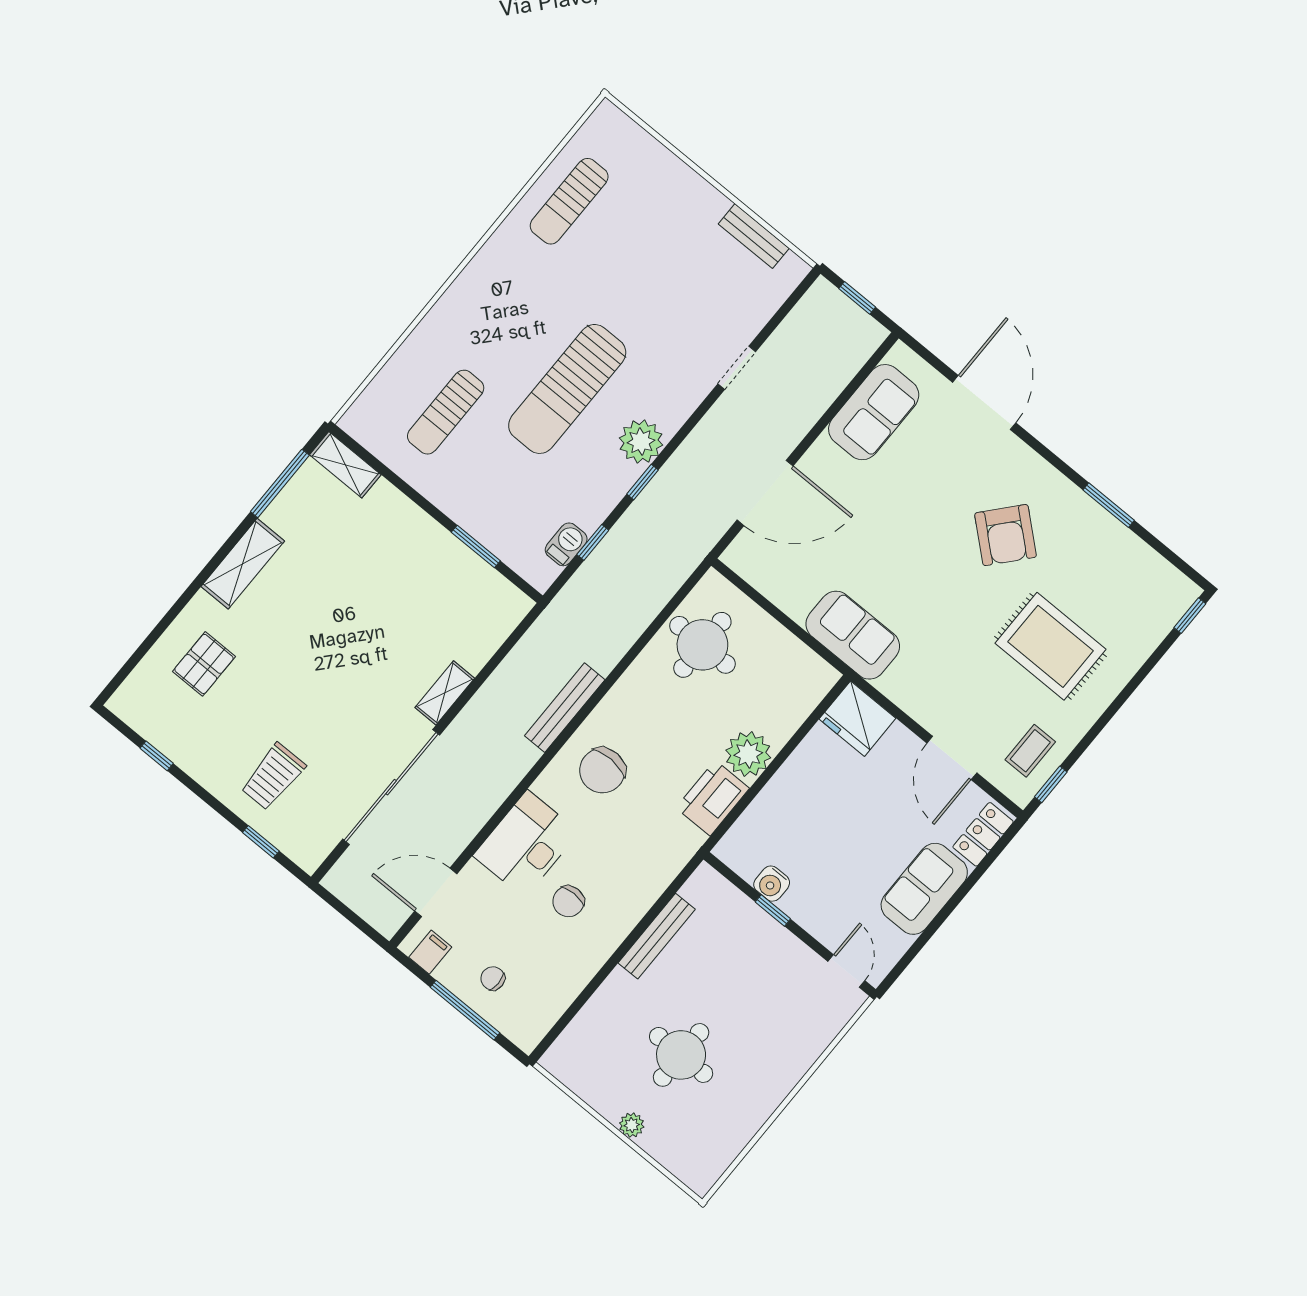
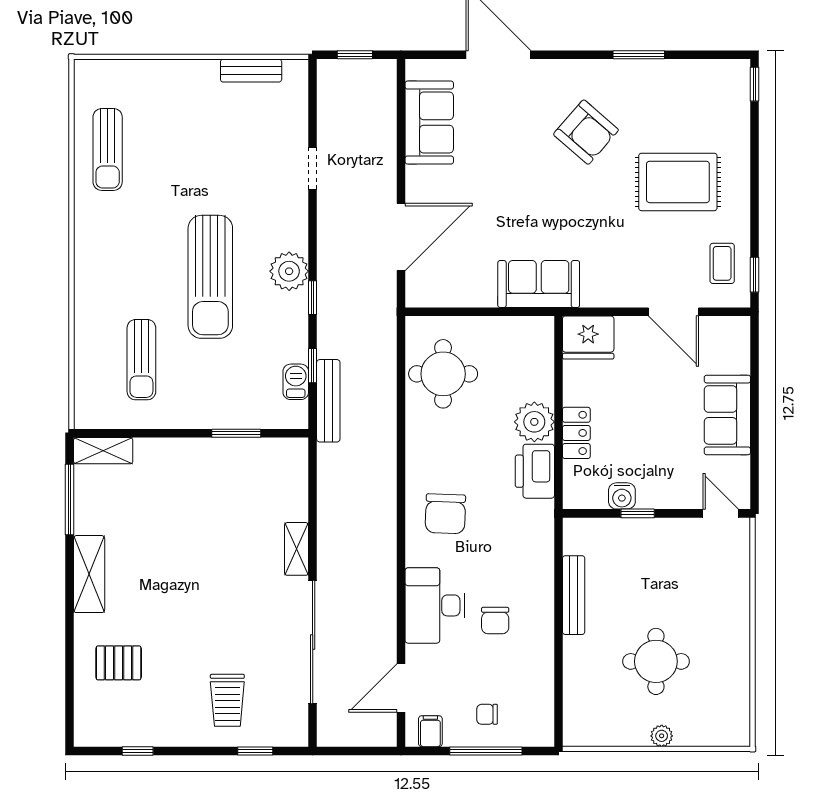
pallet: (204, 664) -> (119, 663), turned 90
bench: (565, 708) -> (328, 401), moved
locker: (983, 834) -> (576, 433), moved, turned 180

